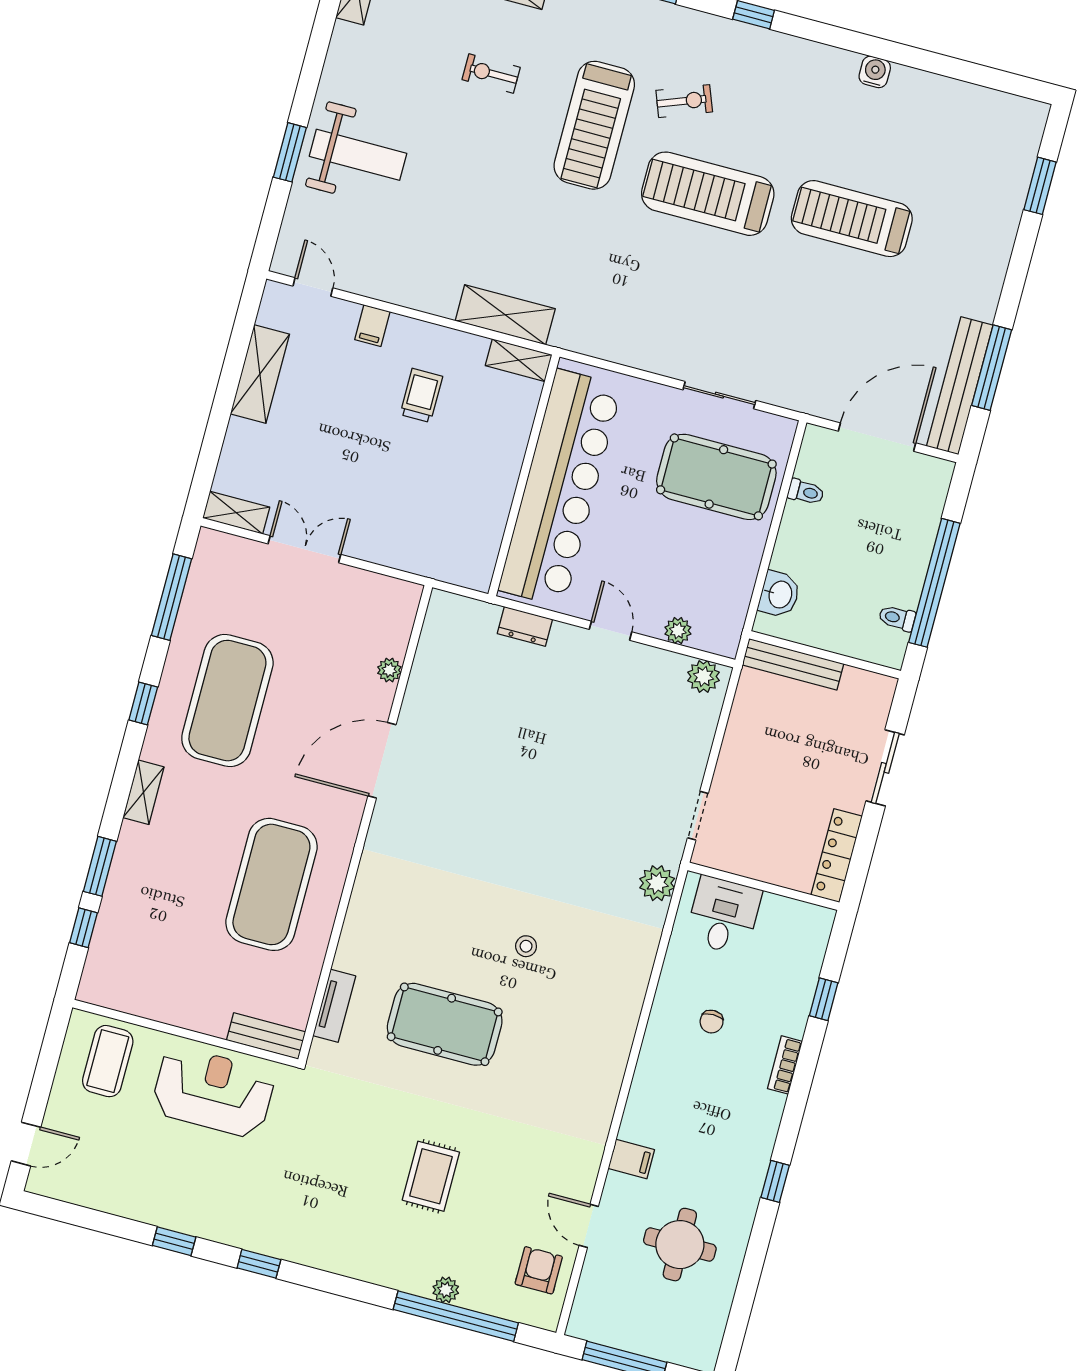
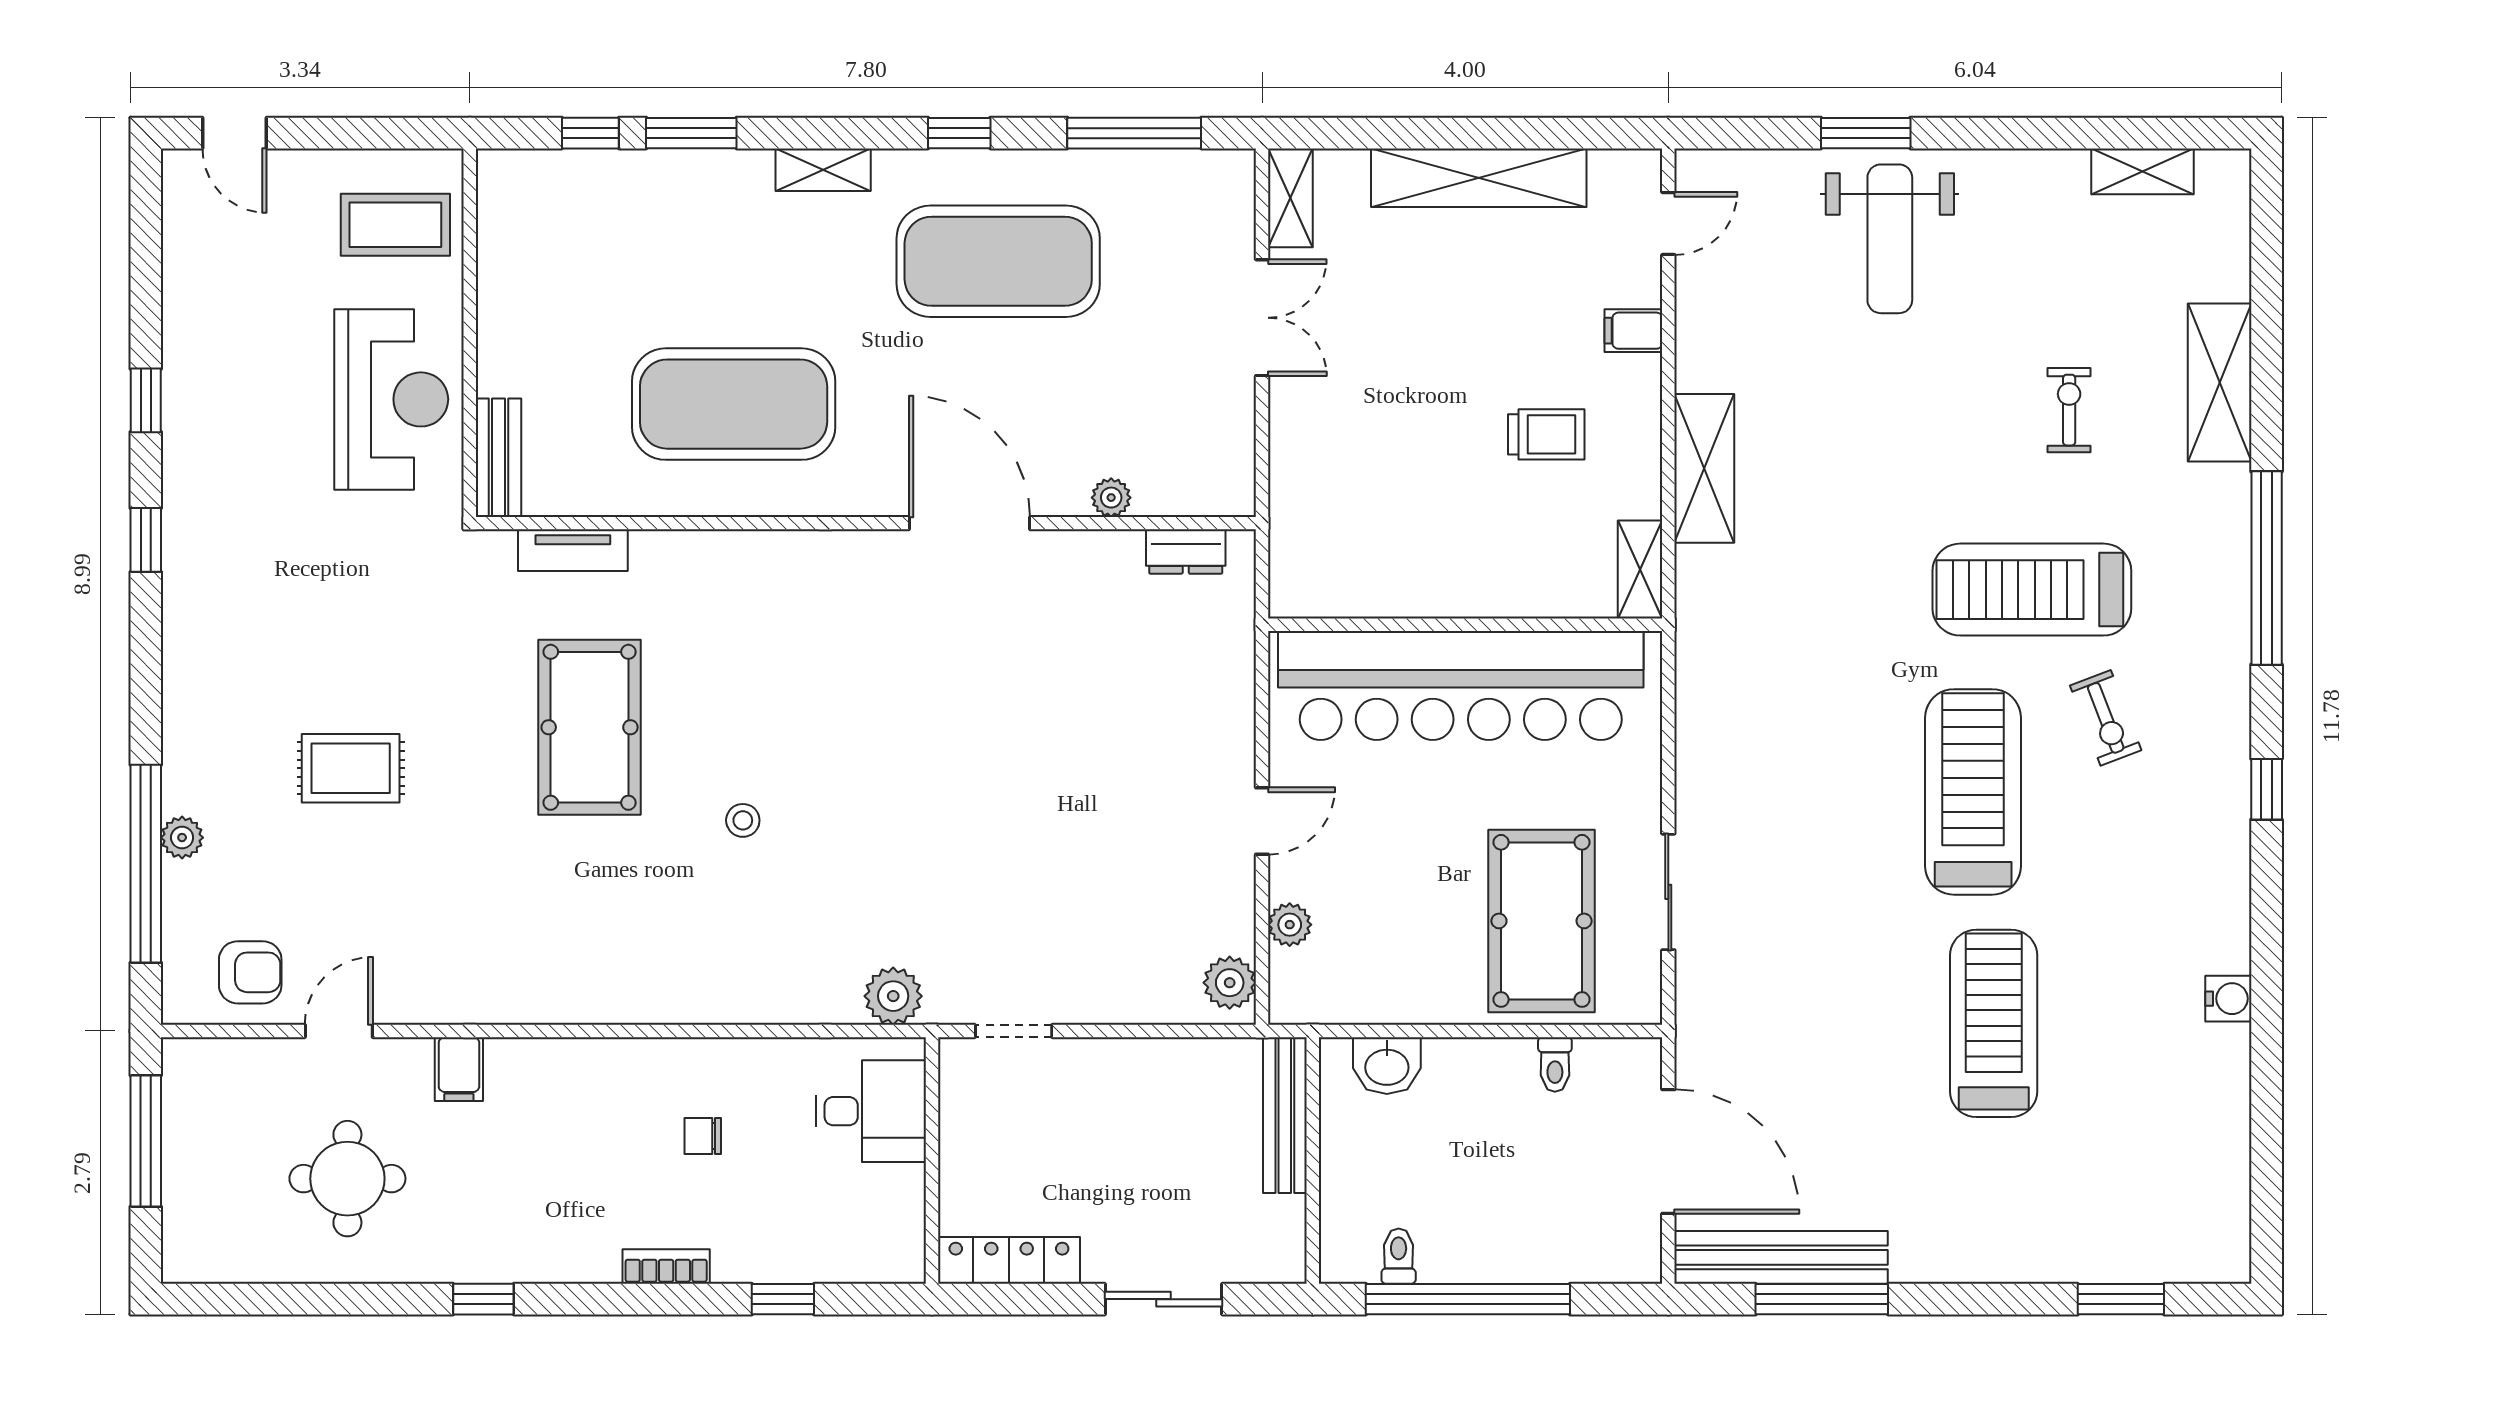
shelving: (505, 315) -> (1704, 468), moved
shelving: (260, 374) -> (1479, 178), width x1.47
dresser: (525, 626) -> (1186, 552), moved, turned -90

